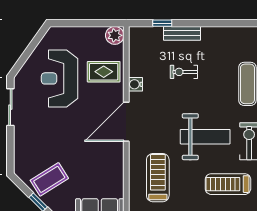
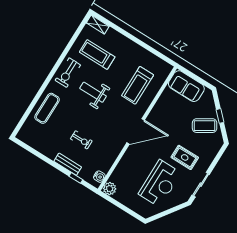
rug: (104, 72) -> (185, 157), moved
water cooler: (136, 84) -> (99, 177), moved
weight bench: (205, 137) -> (93, 92), width x0.73, depth x0.75
treadmill: (228, 184) -> (97, 55), turned 180

